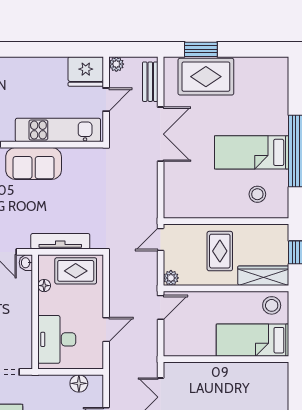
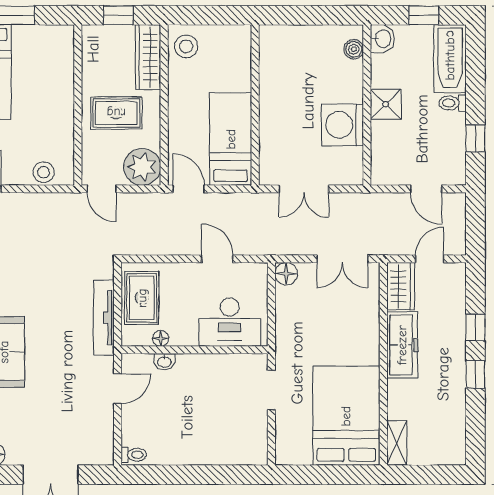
stool: (257, 194) -> (44, 172), moved
washbasin: (26, 263) -> (164, 362), moved
plant: (171, 278) -> (142, 167), width x1.88, depth x1.88
bed: (252, 340) -> (231, 139), moved, turned 180
floor lamp: (79, 383) -> (286, 274), moved

